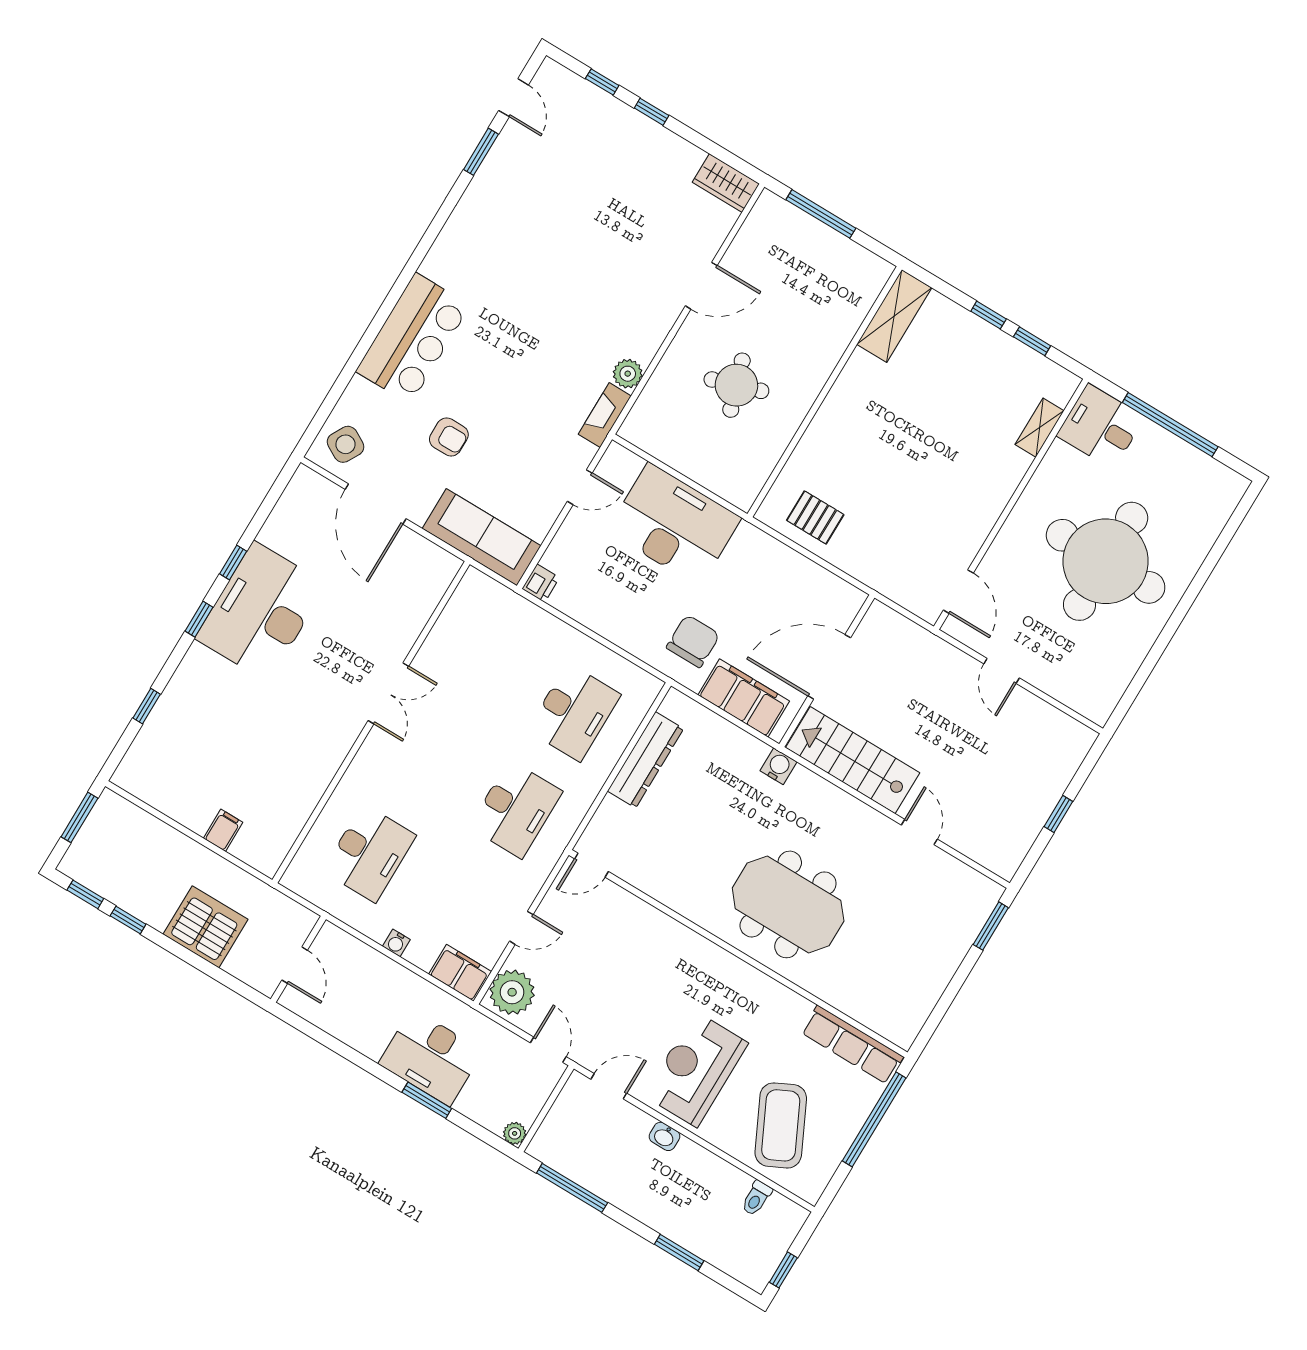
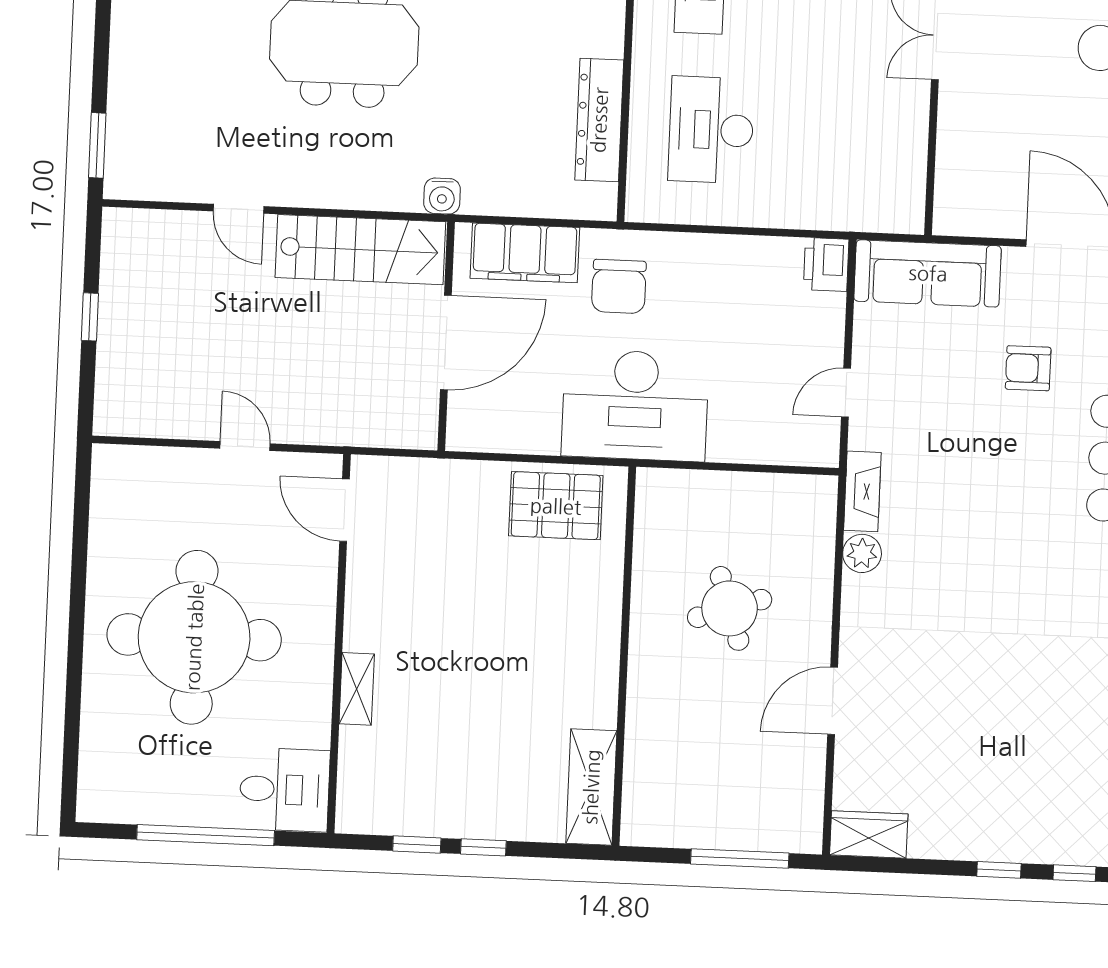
shelving: (1040, 428) -> (357, 689), moved
pallet: (815, 517) -> (556, 506), width x1.50, depth x1.42
desk: (674, 525) -> (635, 405), moved
printer: (541, 583) -> (826, 264), width x1.36, depth x1.24

